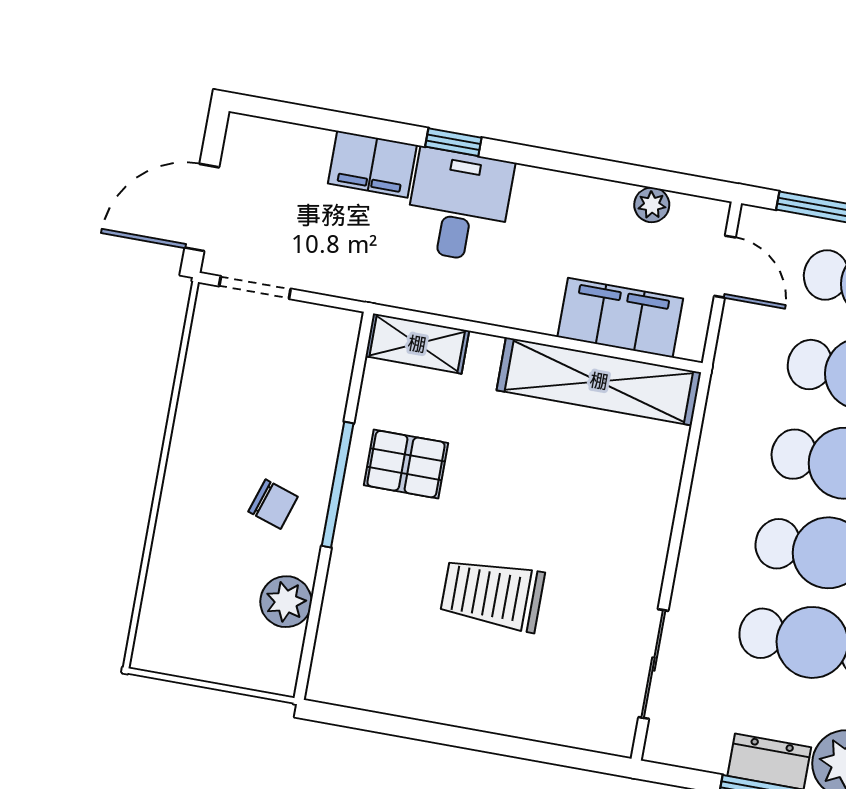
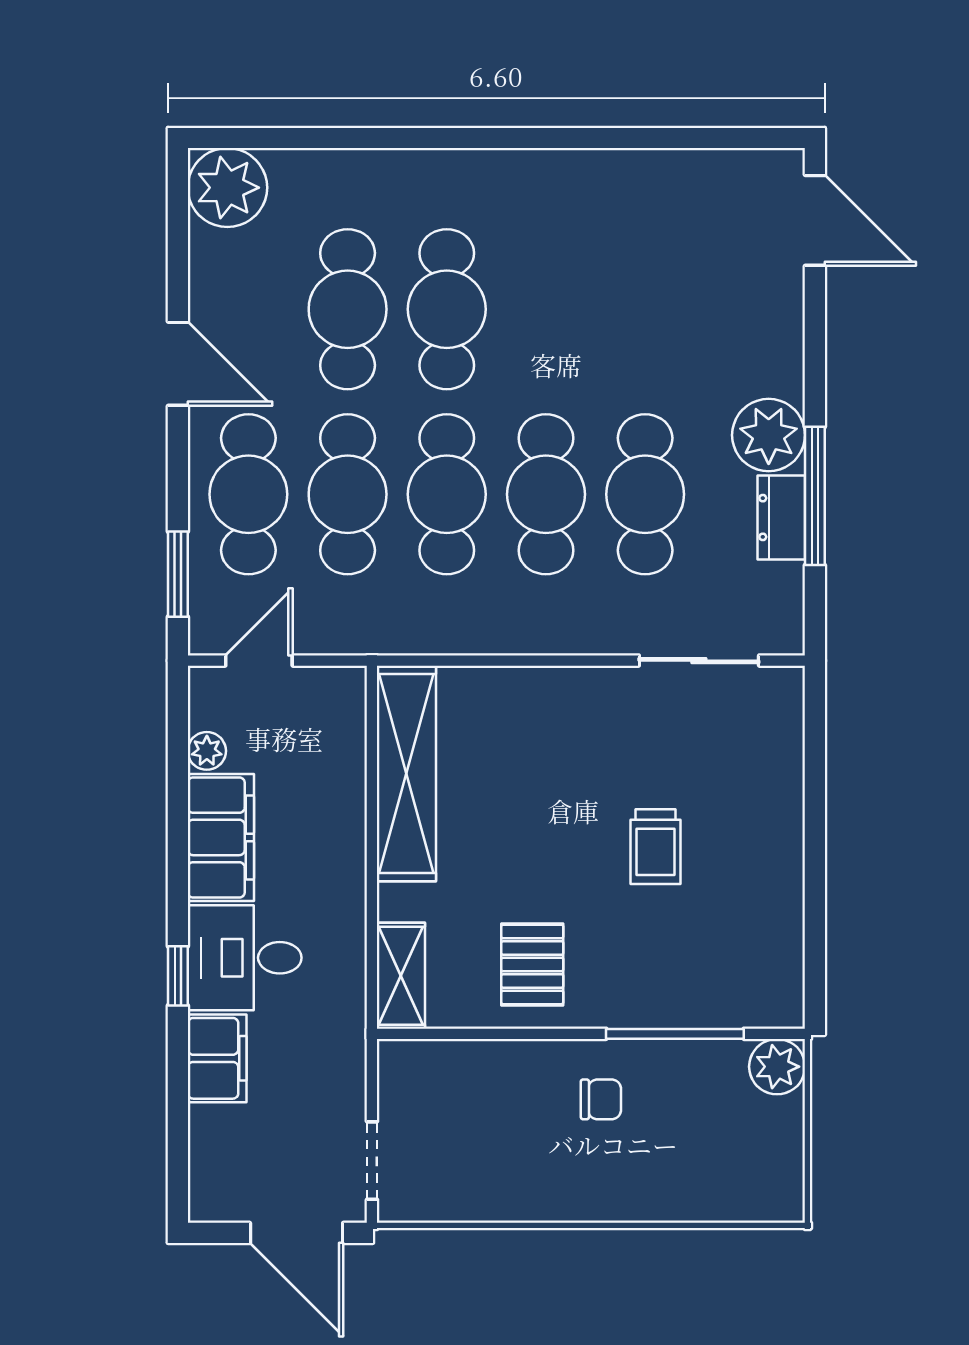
filing cabinet: (620, 318) -> (221, 837), moved, turned 180
window: (338, 485) -> (675, 1034), moved
chair: (273, 504) -> (601, 1099), turned 72
trolley: (492, 594) -> (655, 847), width x0.73, depth x0.72
plant: (286, 602) -> (777, 1067), moved

